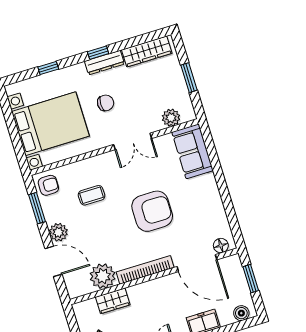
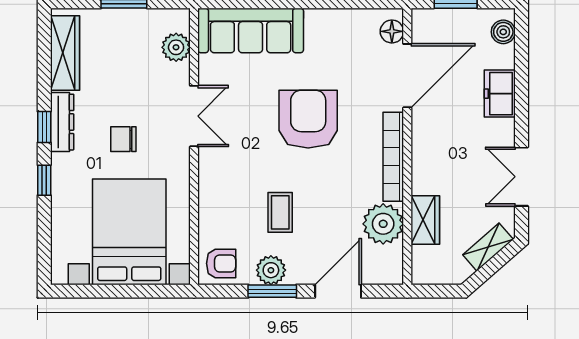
window: (48, 68) -> (44, 180), moved
chair: (106, 103) -> (123, 139), turned -90
sofa: (192, 151) -> (251, 30), width x1.36
armchair: (48, 185) -> (221, 263), turned 90
coffee table: (92, 195) -> (280, 212), moved
window: (37, 208) -> (272, 291), moved
plant: (58, 232) -> (271, 270), moved

